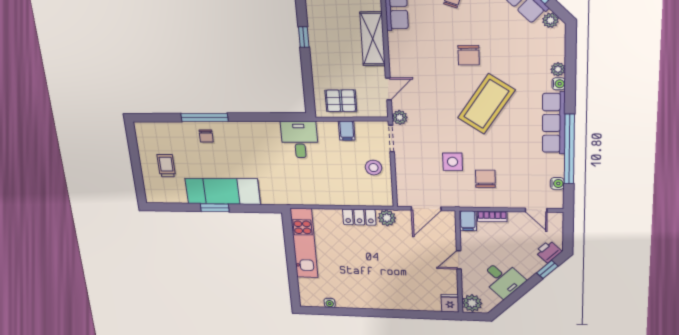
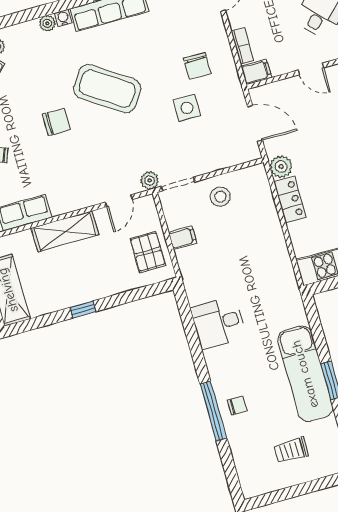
door: (388, 89) -> (119, 201), swing flipped
desk: (300, 140) -> (219, 323), moved
chair: (485, 179) -> (197, 66), turned -90

